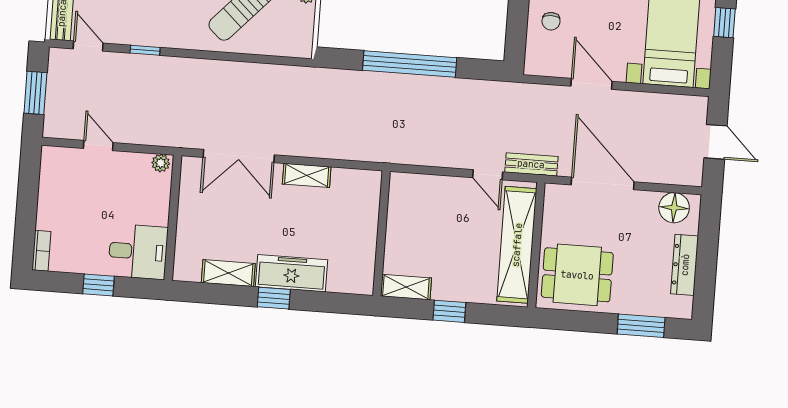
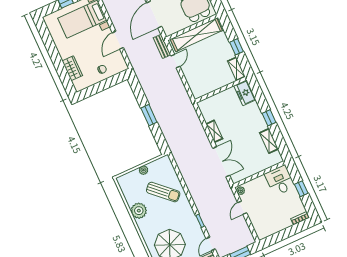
window: (410, 64) -> (149, 115), width x0.47
door: (98, 145) -> (242, 208), moved
freezer: (292, 273) -> (245, 93), moved, width x0.71

